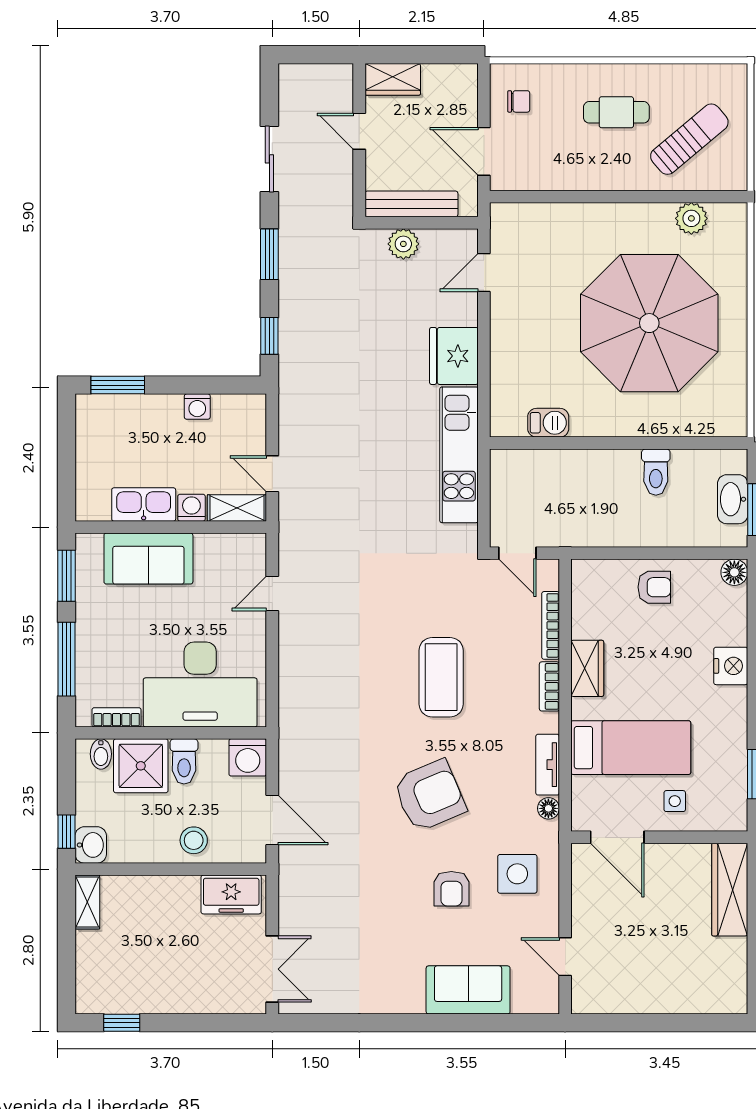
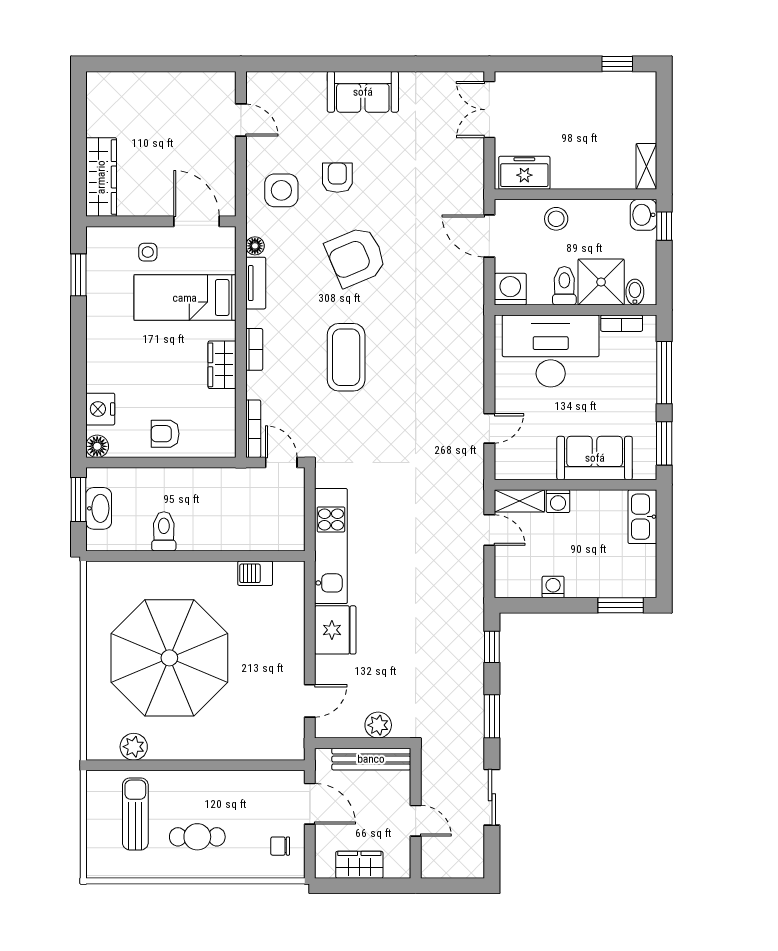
wardrobe: (393, 79) -> (359, 865), moved
sun lounger: (689, 139) -> (135, 814), turned 130
kitchen sink: (144, 504) -> (642, 517), moved, turned 90
bookcase: (551, 625) -> (253, 429), moved
nightstand: (731, 666) -> (100, 409), moved
sofa: (468, 990) -> (363, 92), moved

